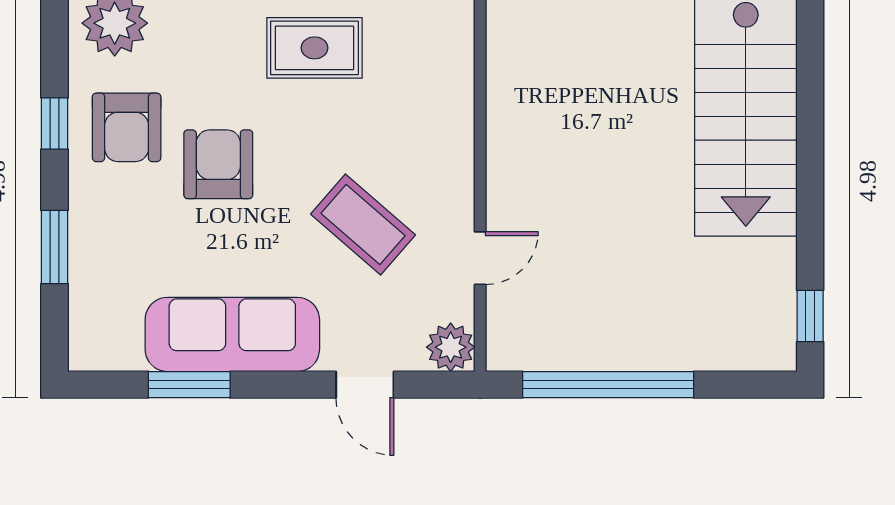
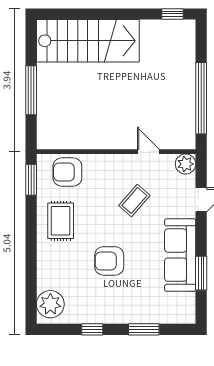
armchair: (127, 127) -> (67, 172), moved, turned 180
coffee table: (363, 225) -> (134, 201), width x0.73, depth x0.77

